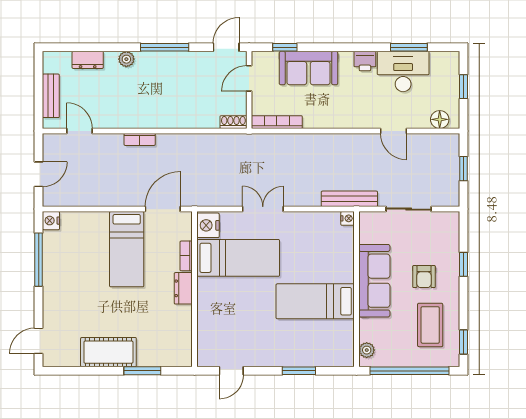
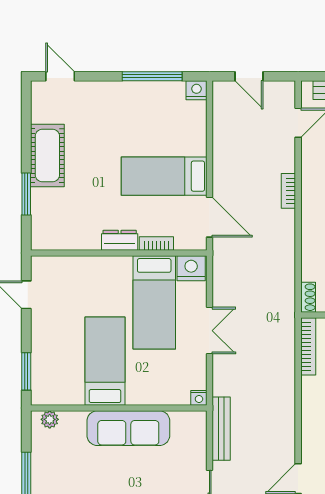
nightstand: (348, 218) -> (199, 398), moved
sofa: (374, 281) -> (128, 428), moved
wall: (357, 289) -> (119, 408), moved
bed: (315, 301) -> (105, 361), moved
plant: (367, 350) -> (50, 419), moved

